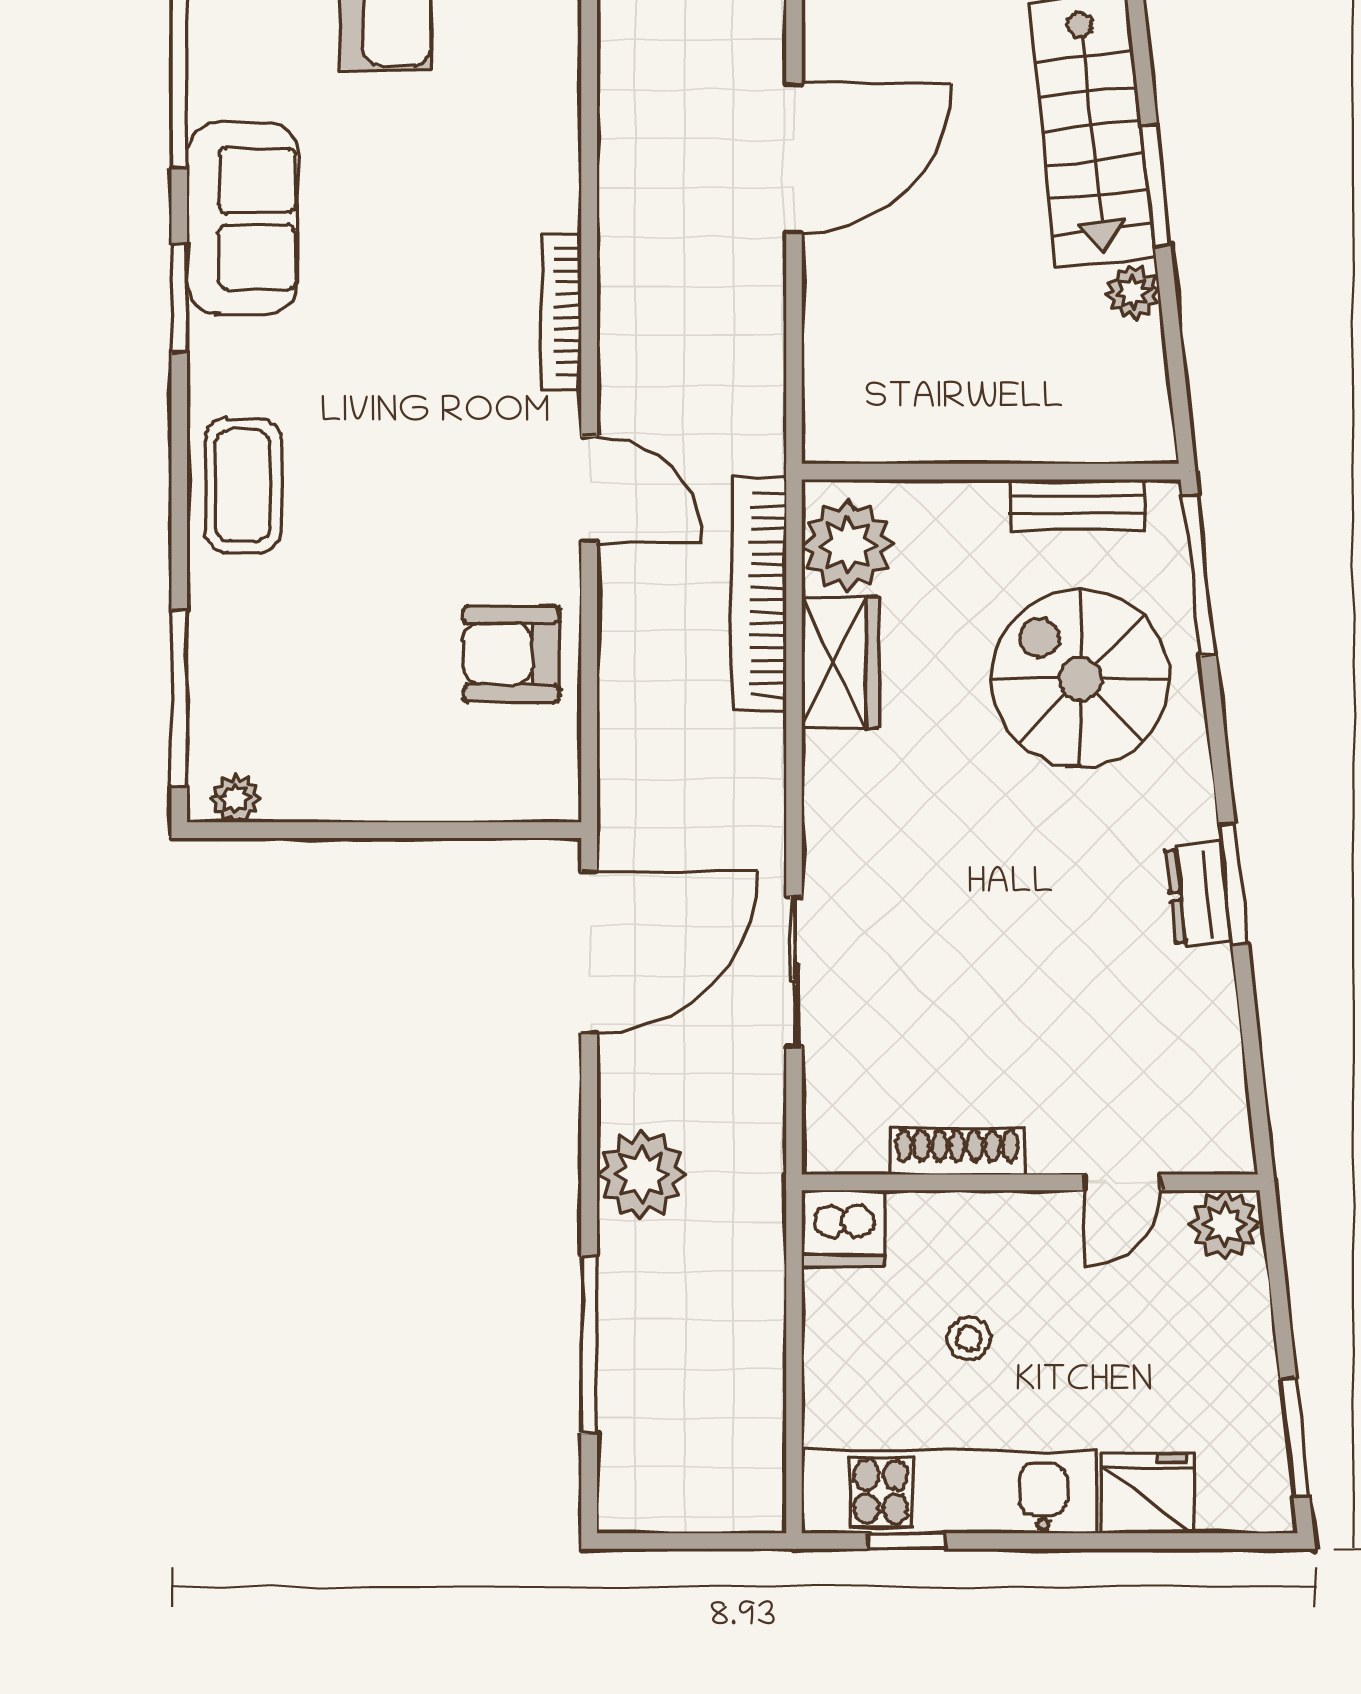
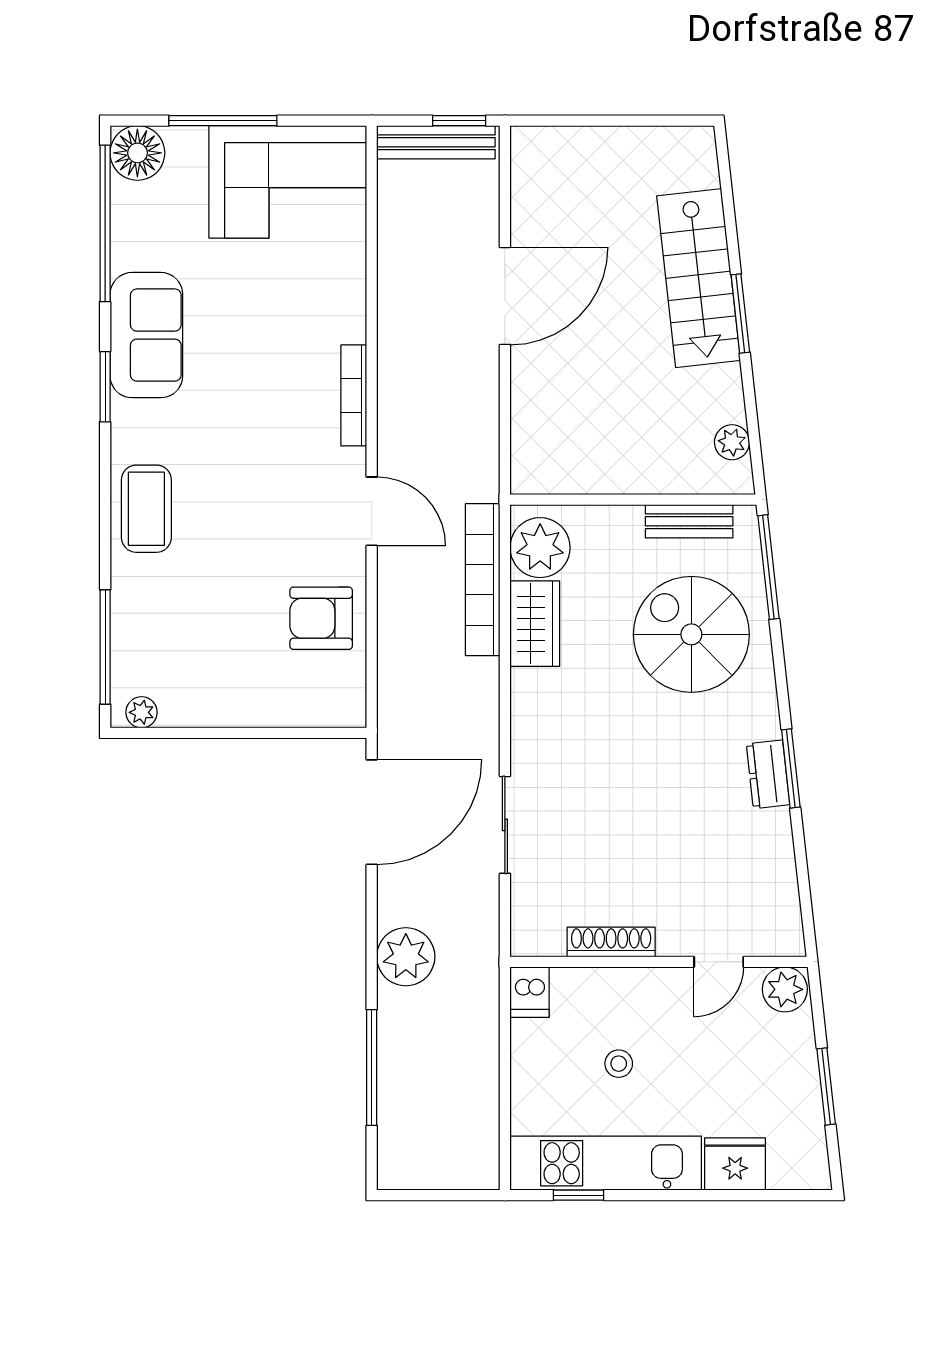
plant: (1133, 292) -> (732, 442), moved
dishwasher: (843, 1229) -> (530, 992), width x0.73
window: (1295, 1438) -> (826, 1086), moved

